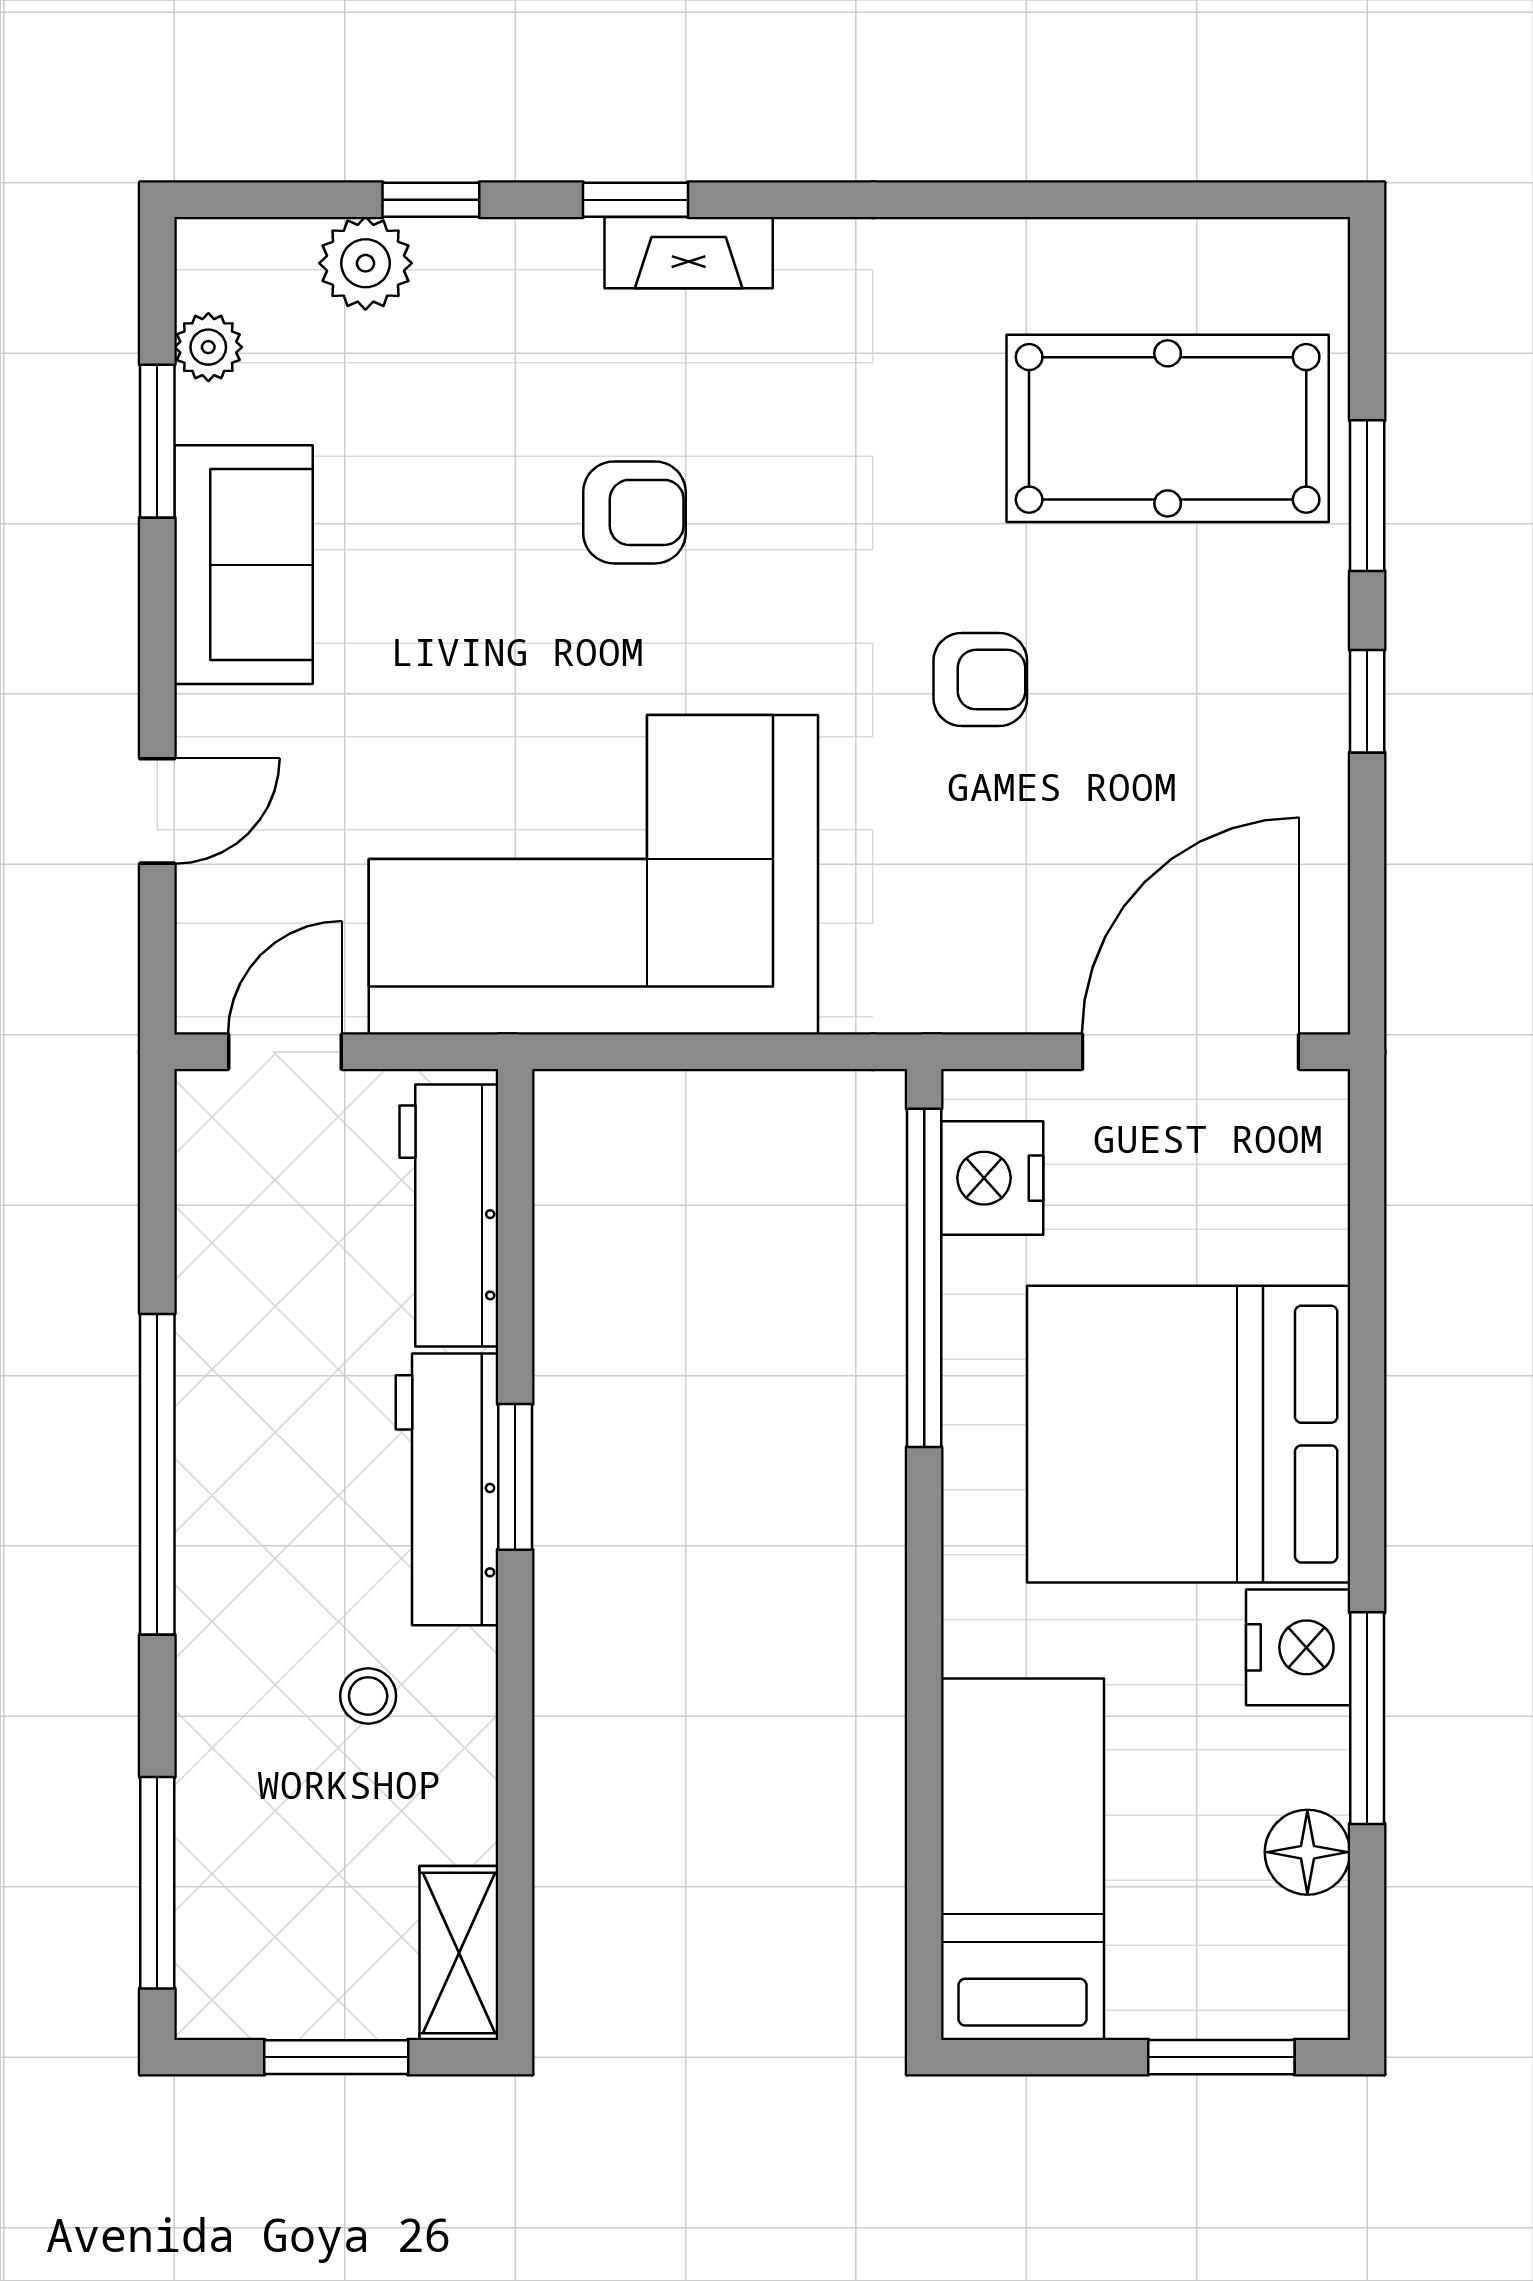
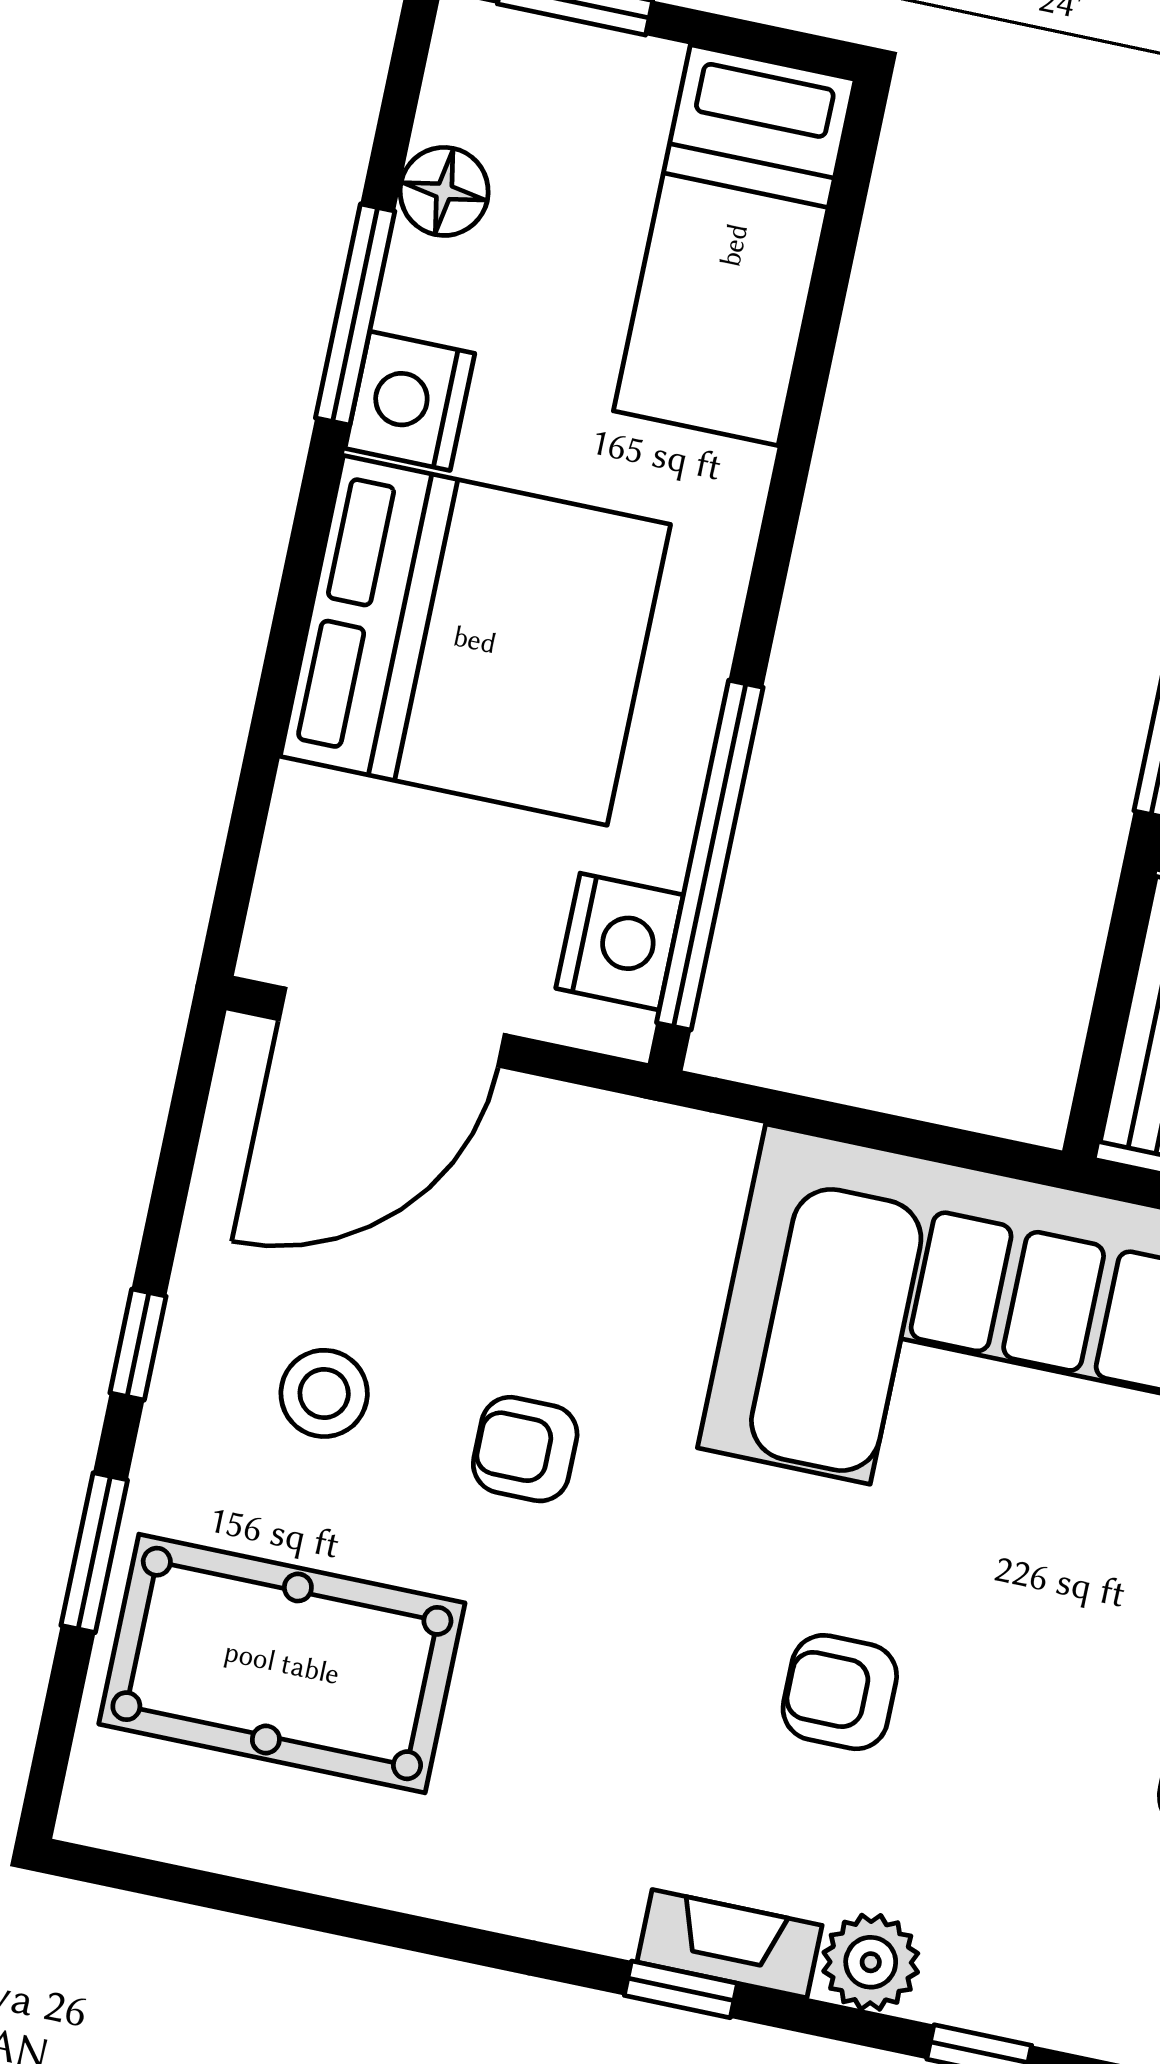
window: (635, 200) -> (681, 1989), moved
plant: (365, 263) -> (871, 1962), moved
stool: (1181, 692) -> (324, 1393), added

